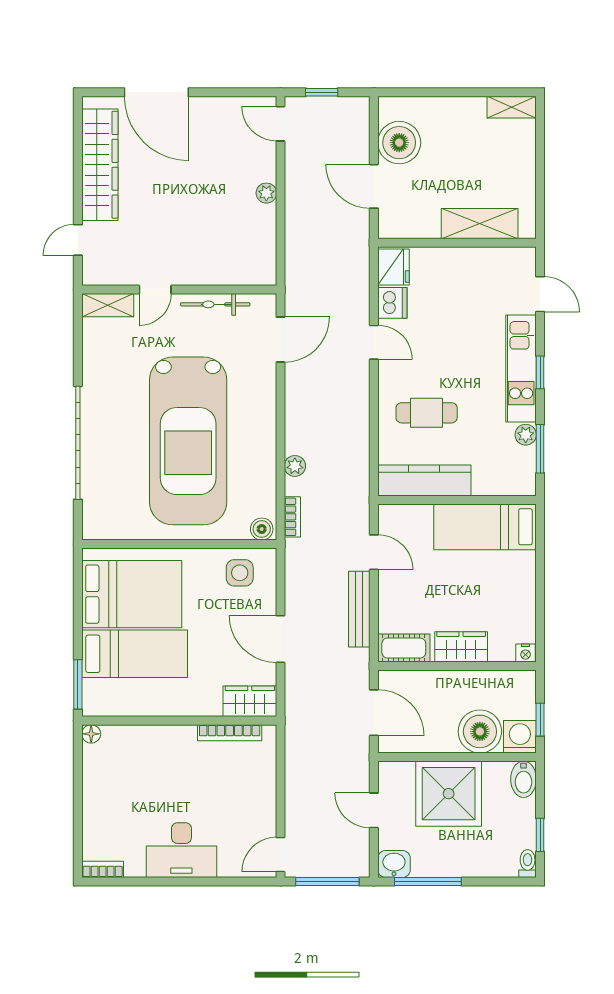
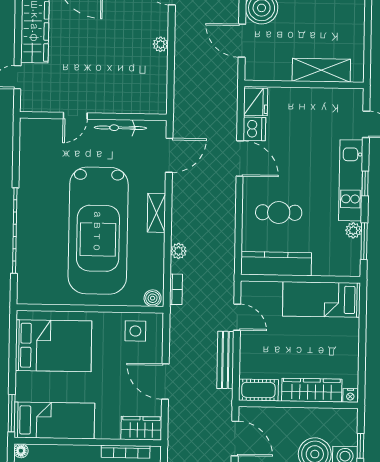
shelving: (108, 305) -> (156, 213), moved, turned 90
door: (374, 342) -> (240, 158), width x1.38
wardrobe: (461, 647) -> (312, 390), width x1.50
bed: (135, 654) -> (54, 420), moved

